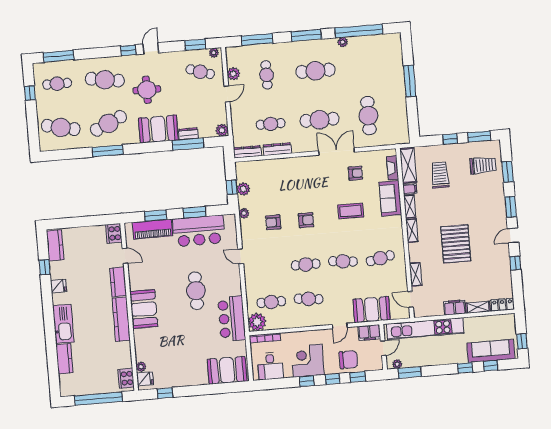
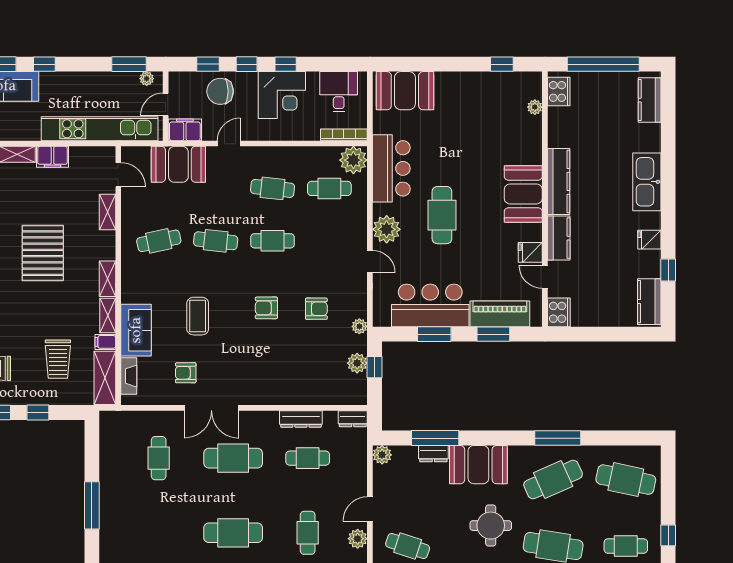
cafe table: (368, 116) -> (159, 458), width x0.73, depth x0.74
dresser: (247, 152) -> (353, 419), width x0.70
coffee table: (351, 211) -> (198, 316), turned 90
plant: (232, 278) -> (387, 229), added
kitchen counter: (64, 359) -> (650, 100), moved
fridge: (145, 379) -> (530, 252), moved

